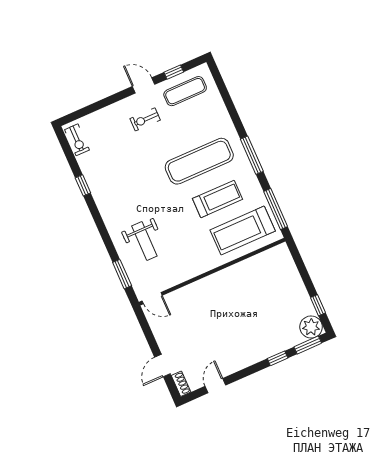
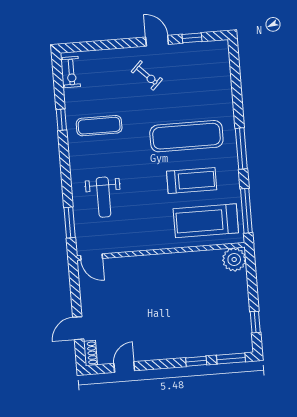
exercise mat: (185, 91) -> (99, 126), moved
exercise bike: (145, 119) -> (147, 75), turned -135
plant: (311, 327) -> (234, 259), moved

